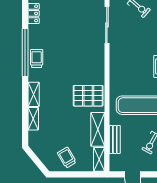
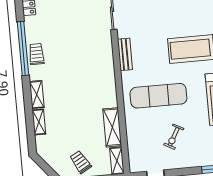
pallet: (88, 96) -> (98, 91), removed
bench: (115, 139) -> (125, 54), moved

